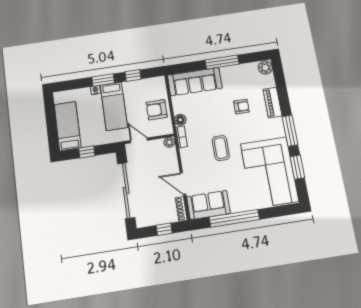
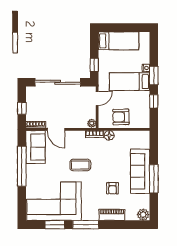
sofa: (195, 82) -> (140, 171), moved
armchair: (157, 110) -> (121, 117), turned -91
window: (87, 152) -> (94, 65), moved
door: (183, 184) -> (56, 129), swing flipped

